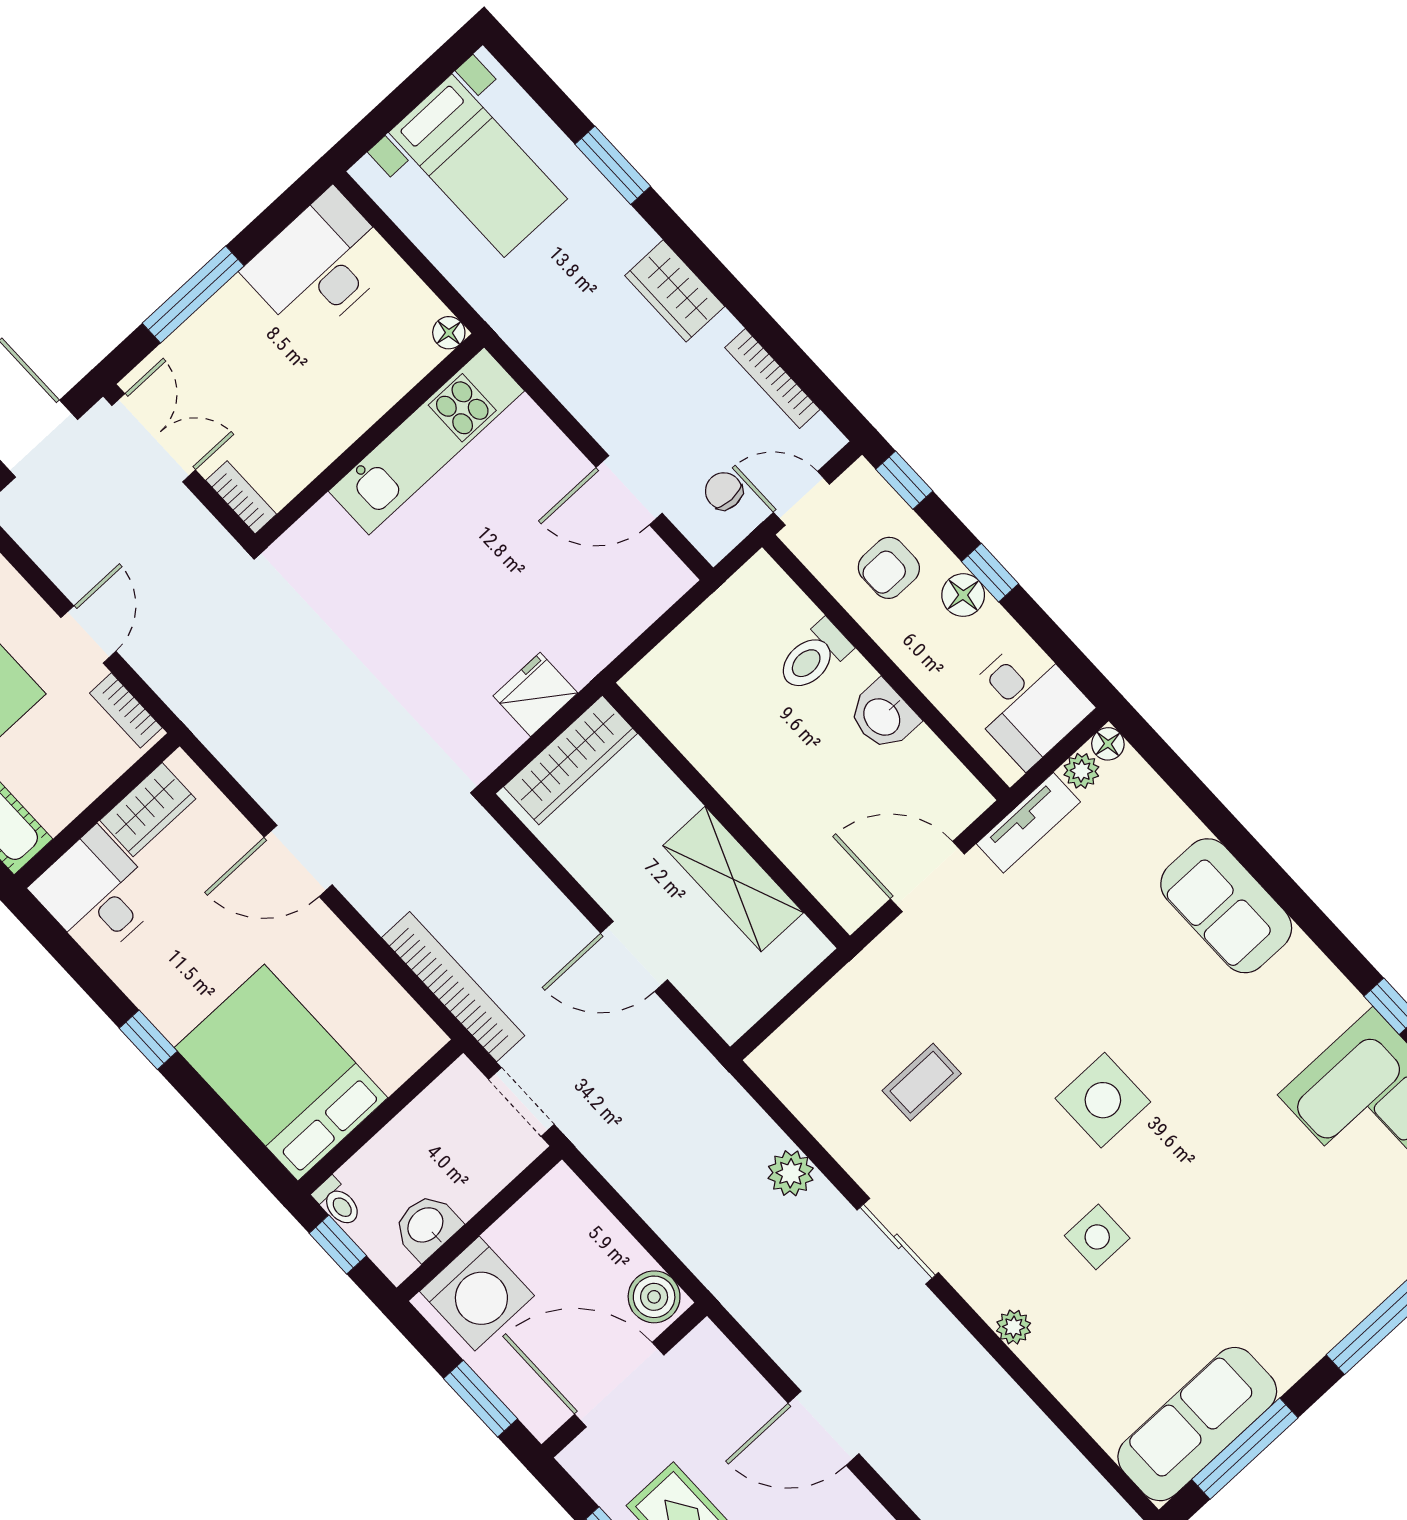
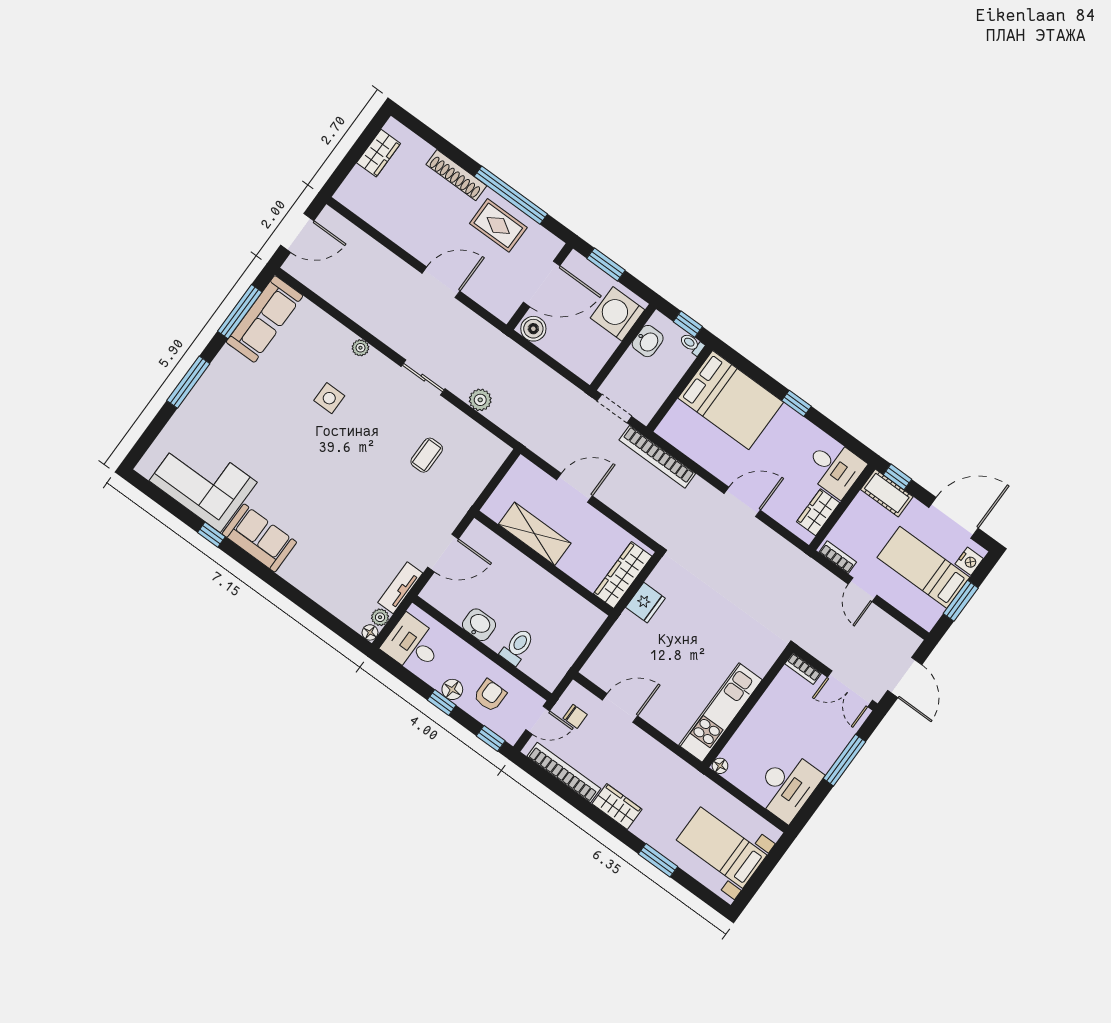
bookcase: (772, 378) -> (564, 772), width x1.48, depth x1.31
sofa: (1226, 906) -> (259, 538), moved
side table: (1103, 1100) -> (339, 463), removed

